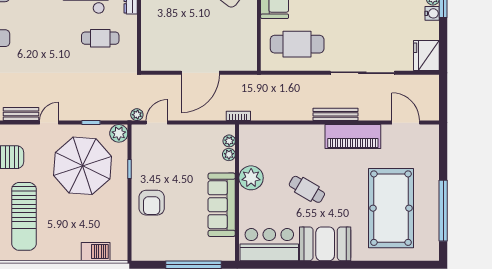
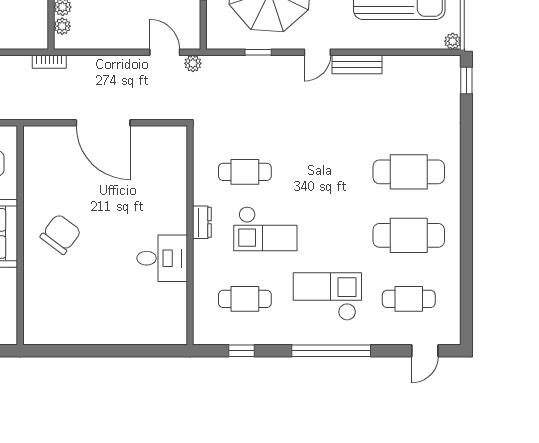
door: (200, 73) -> (103, 123), swing flipped
door: (157, 123) -> (165, 52), swing flipped
plant: (119, 133) -> (219, 37), removed

